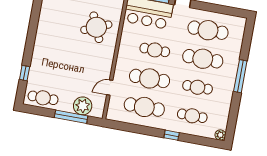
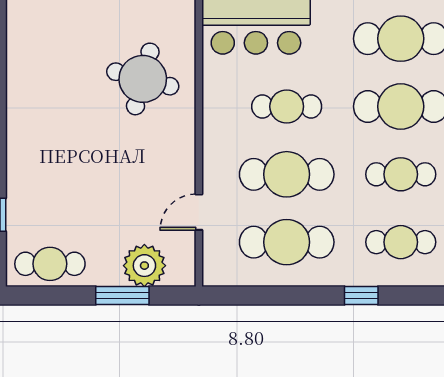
round table: (96, 27) -> (143, 79), turned 38
window: (71, 117) -> (122, 295), width x0.69

